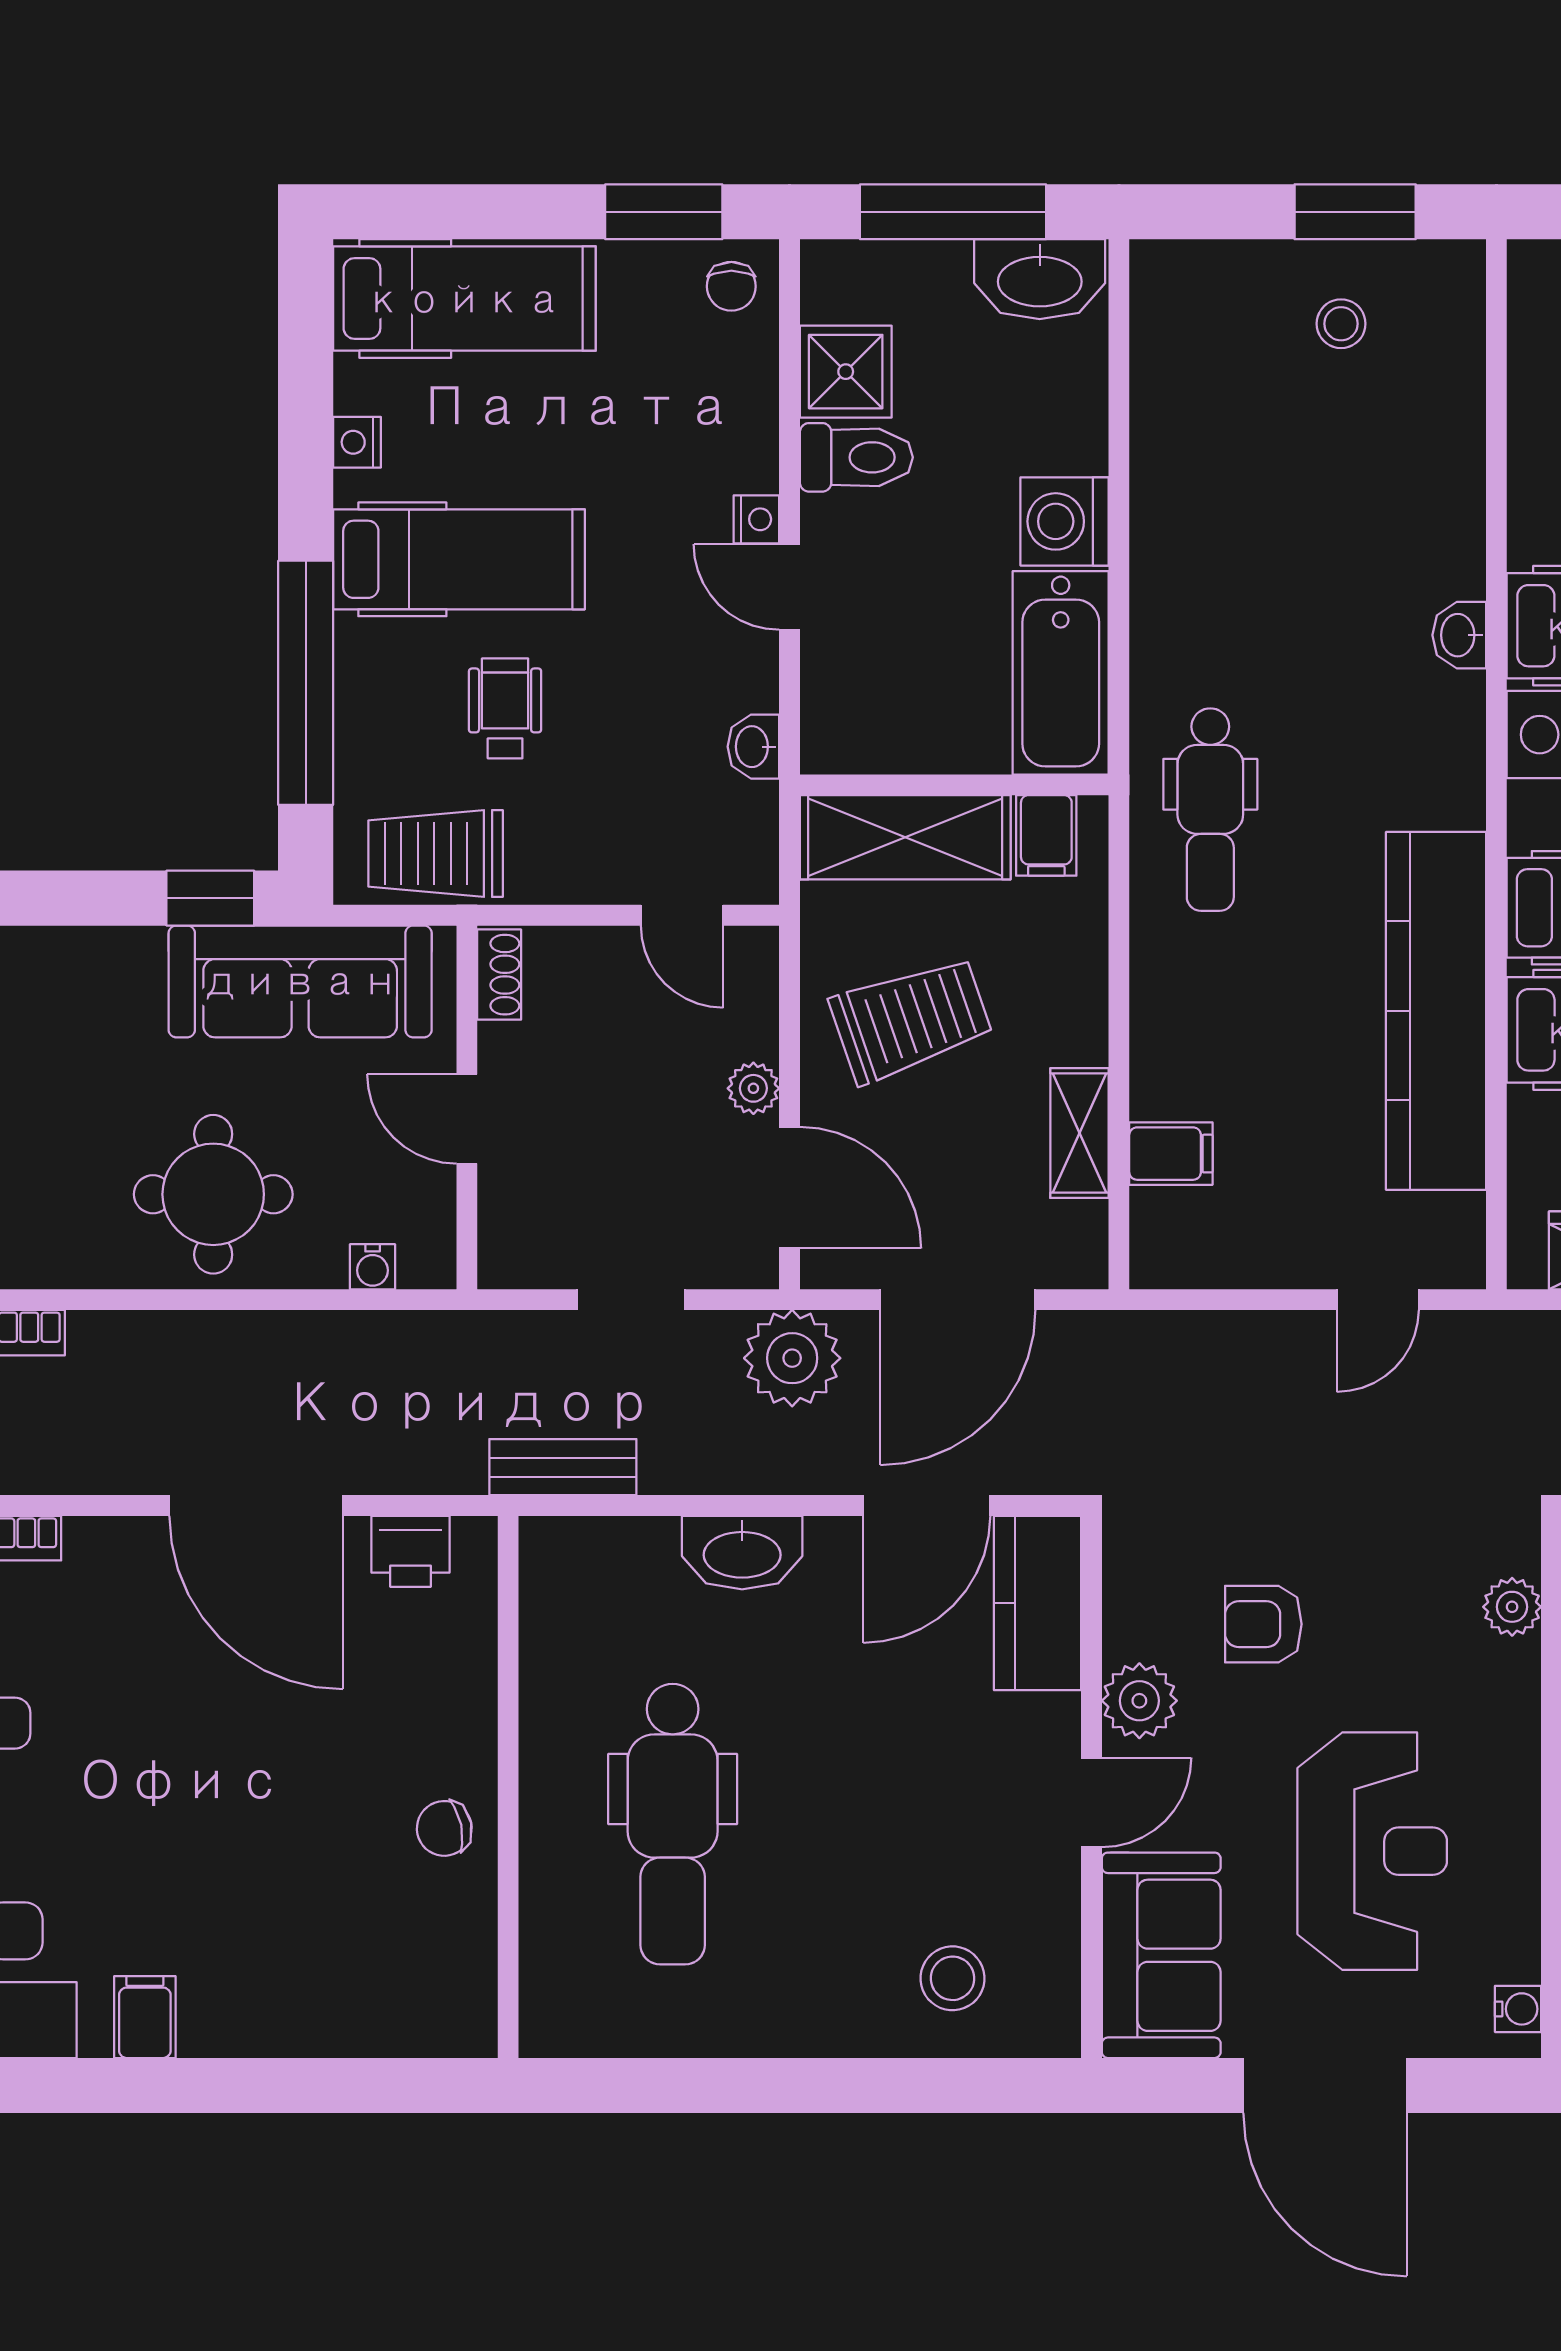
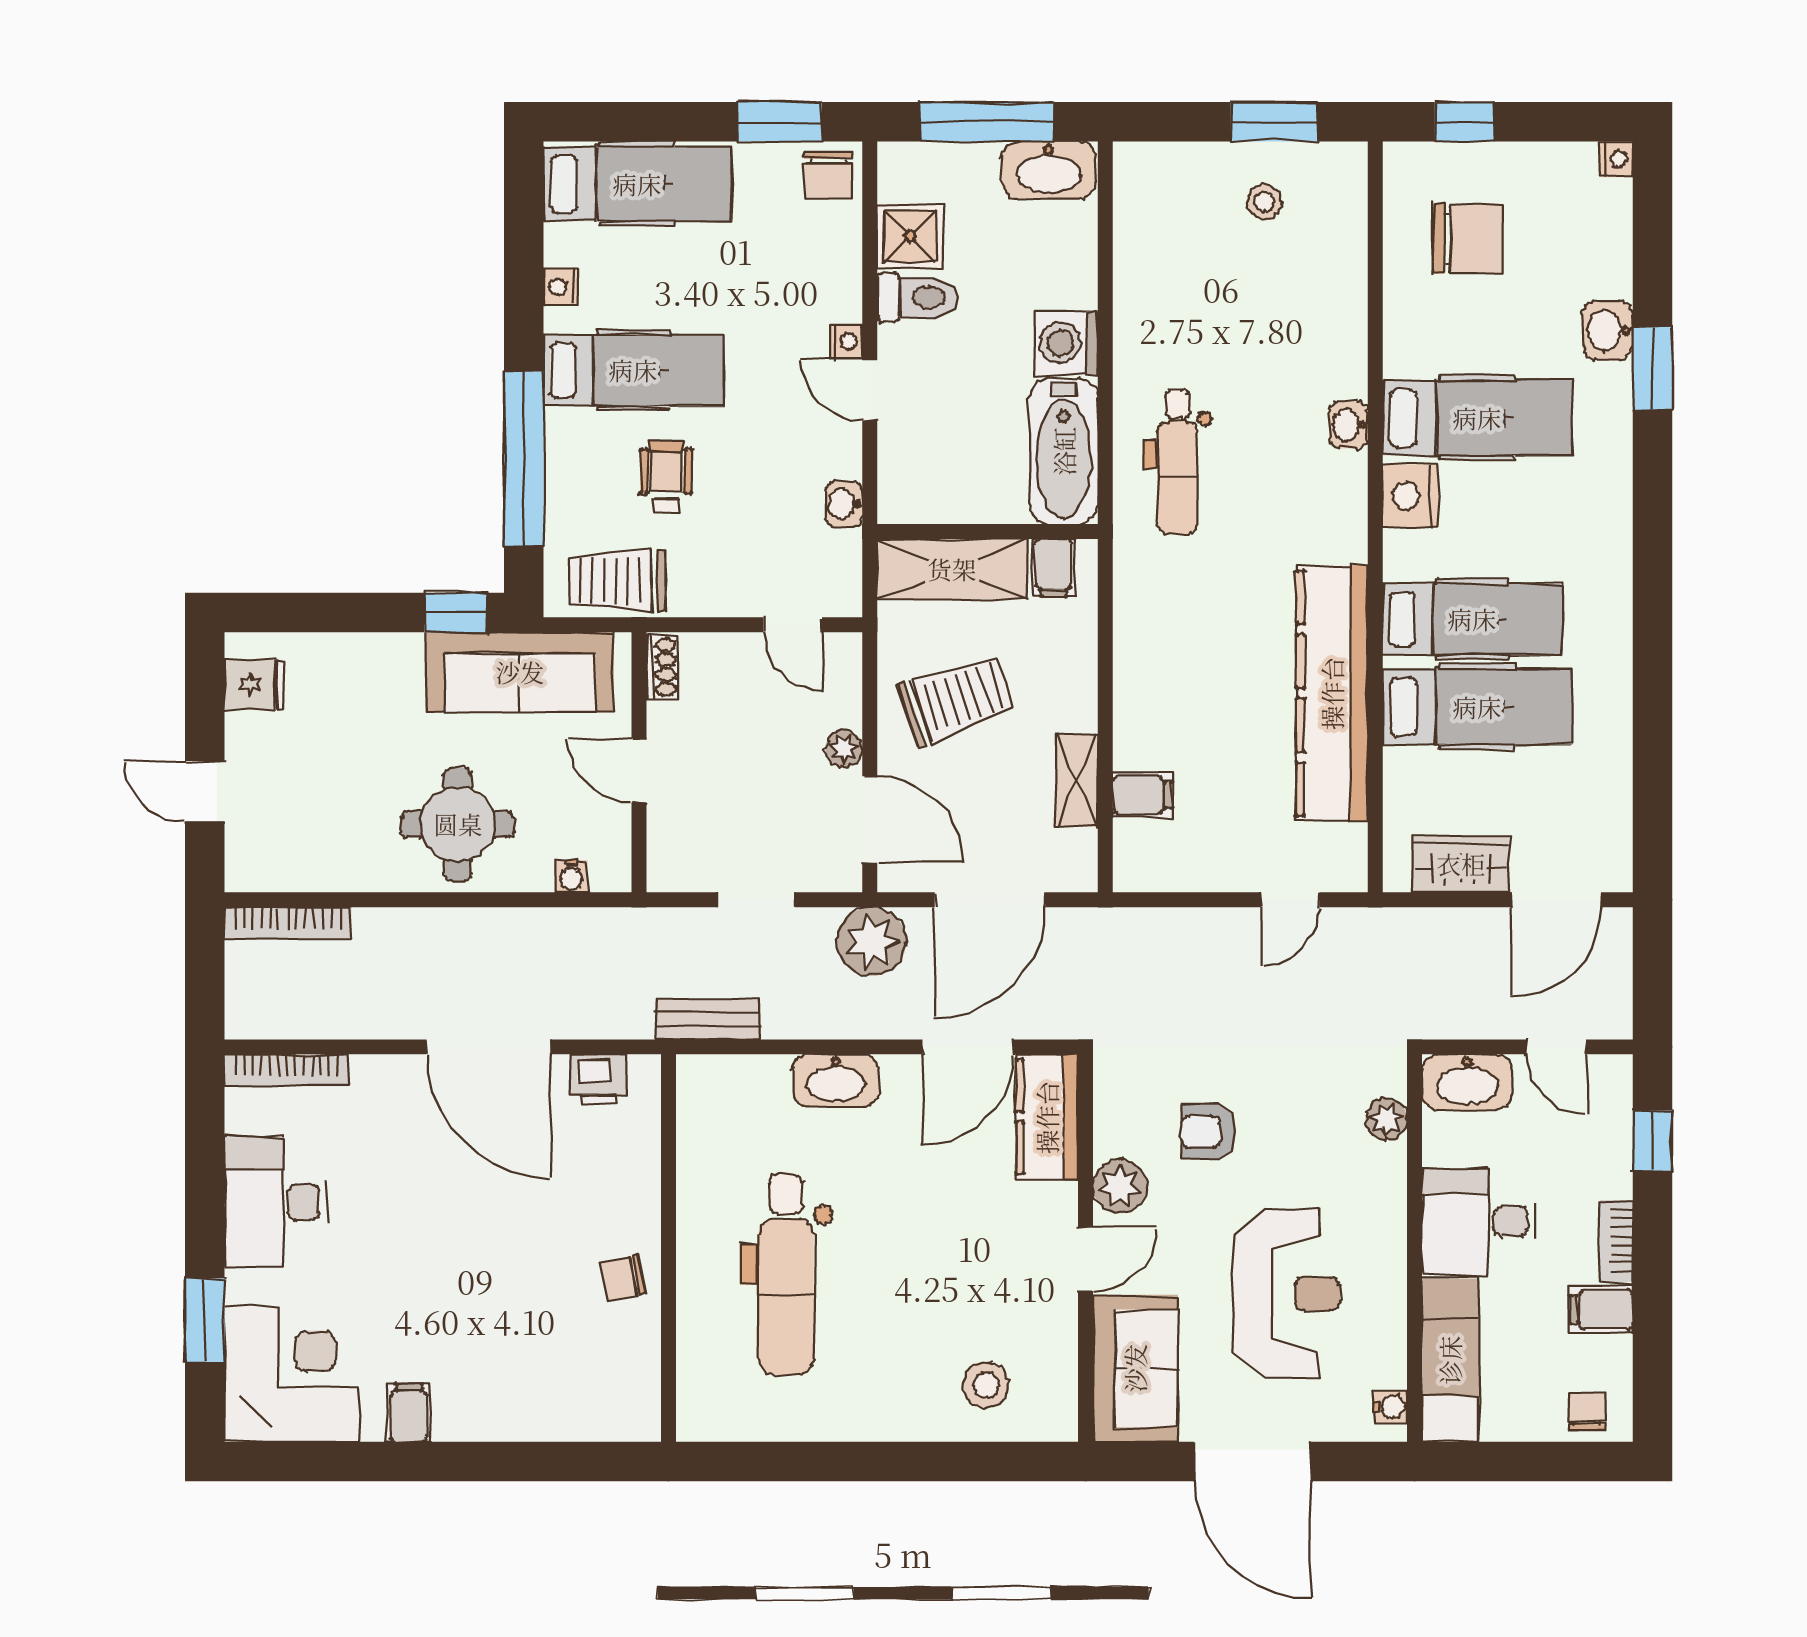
chair: (731, 286) -> (828, 175), width x1.37, depth x1.37
dental chair: (1210, 810) -> (1178, 462), moved

